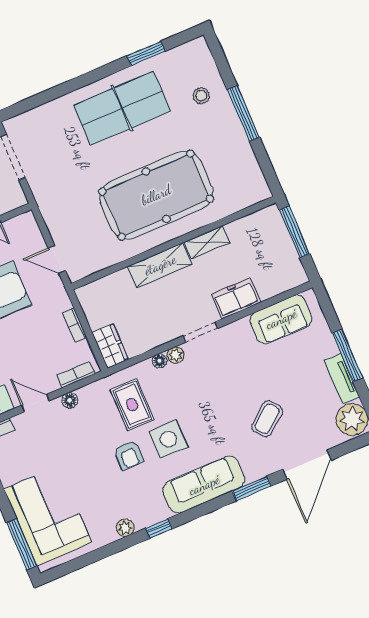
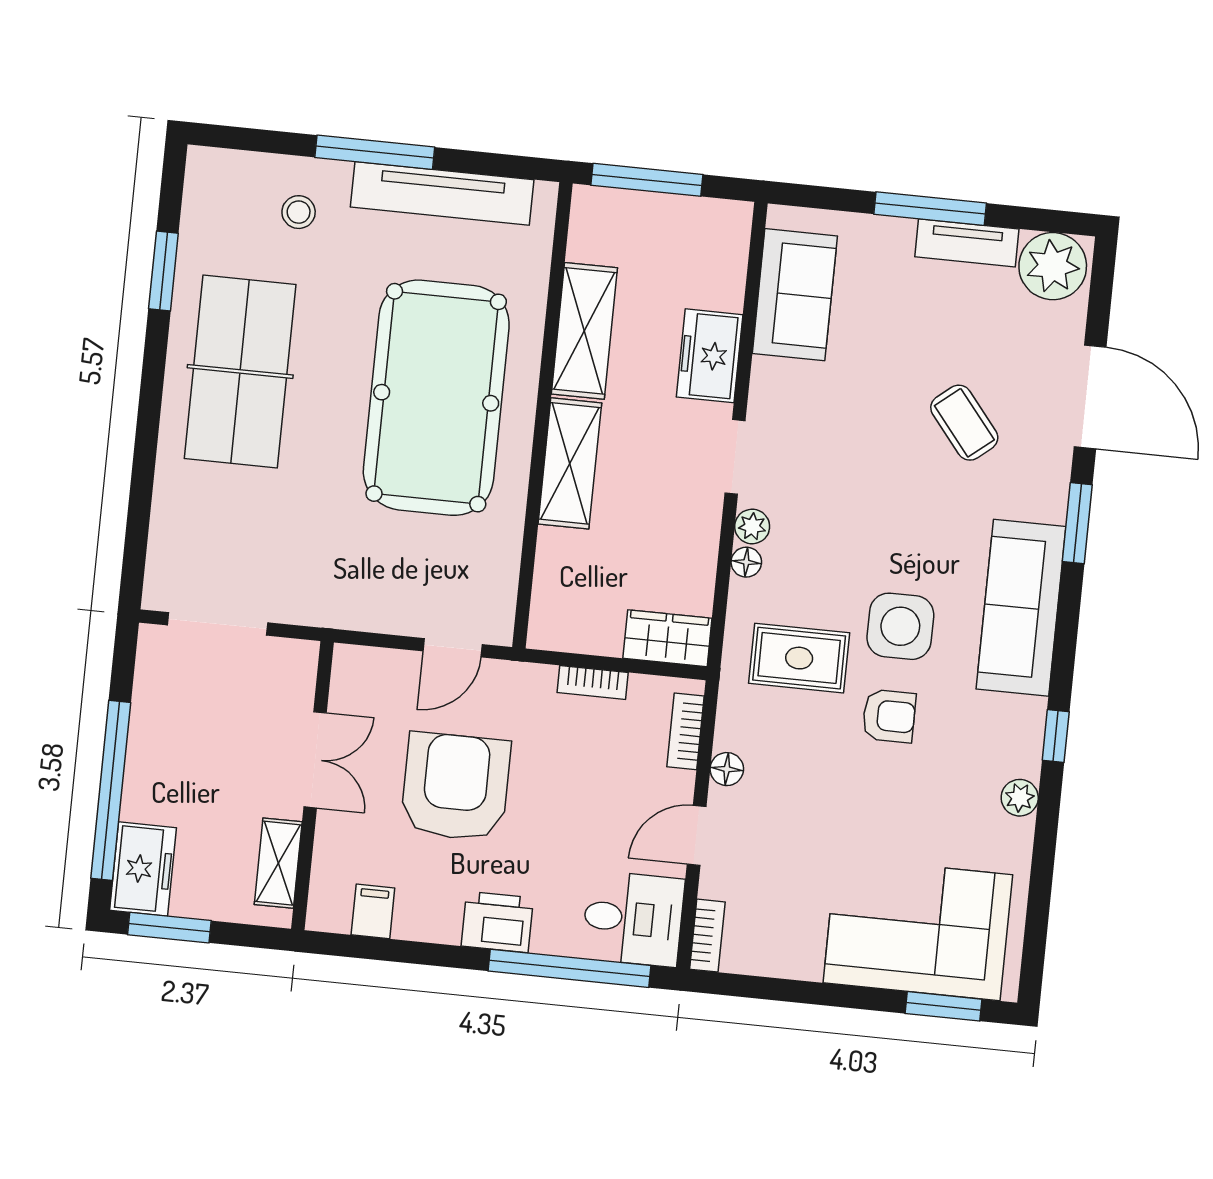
tv unit: (242, 151) -> (442, 193), added
shelving: (207, 242) -> (584, 331), width x1.50, depth x1.33
window: (22, 544) -> (944, 1006), width x0.69

